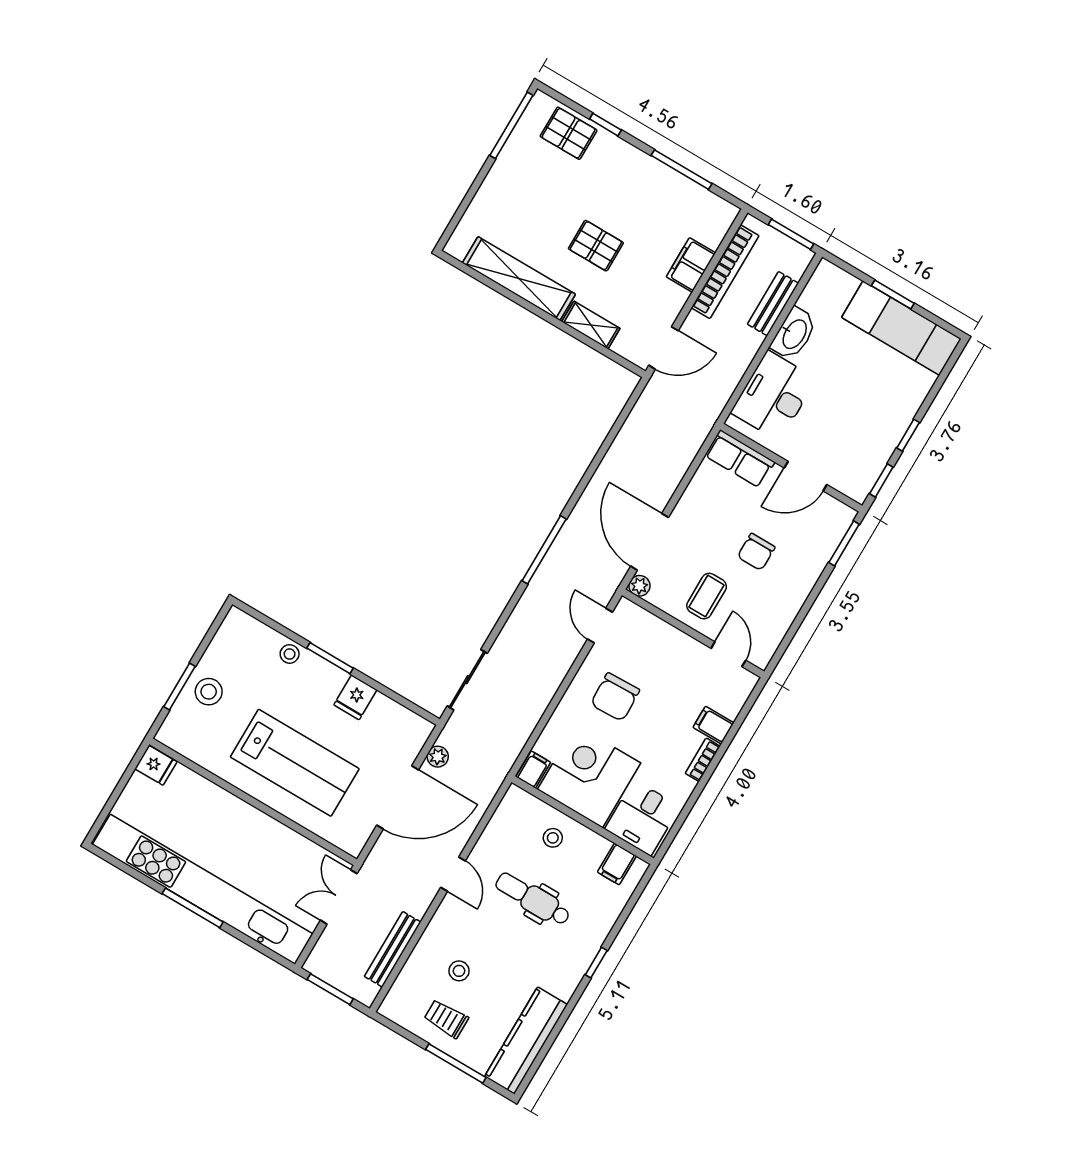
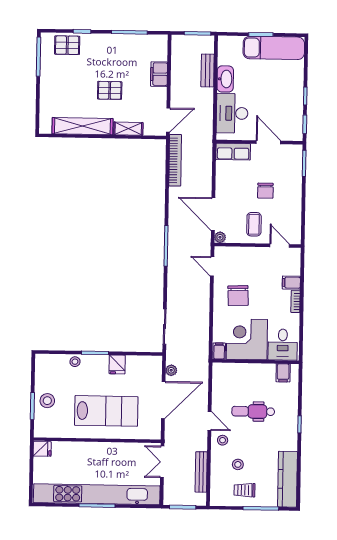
bookcase: (725, 272) -> (175, 160), moved
door: (806, 476) -> (268, 142), swing flipped
stool: (553, 838) -> (223, 440), moved

